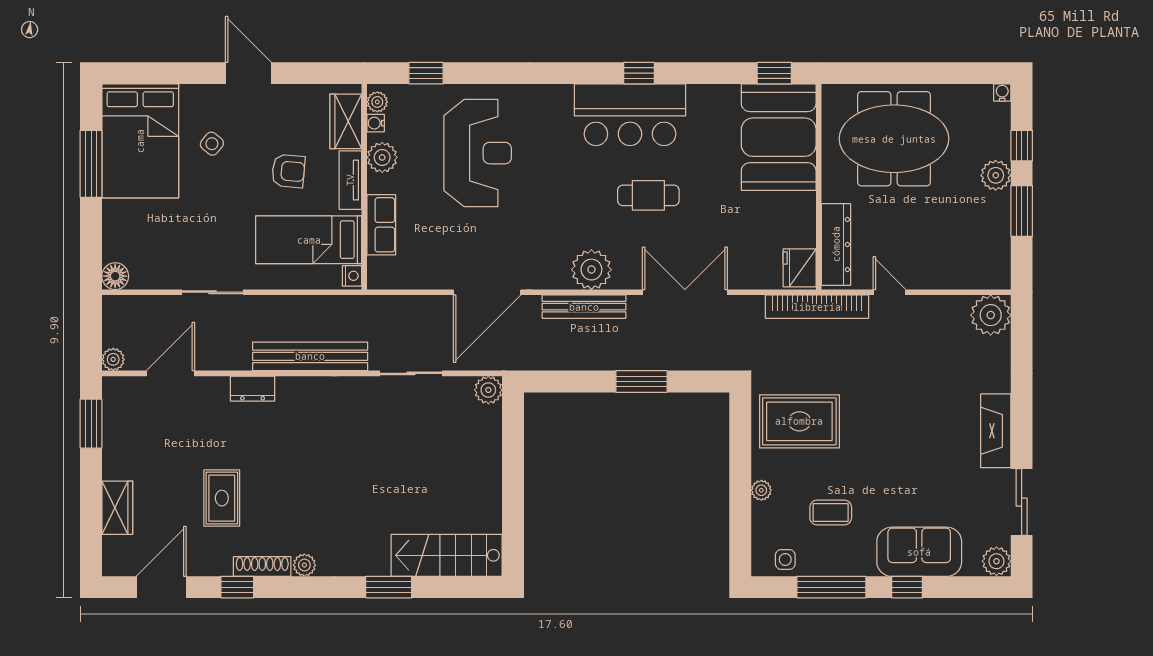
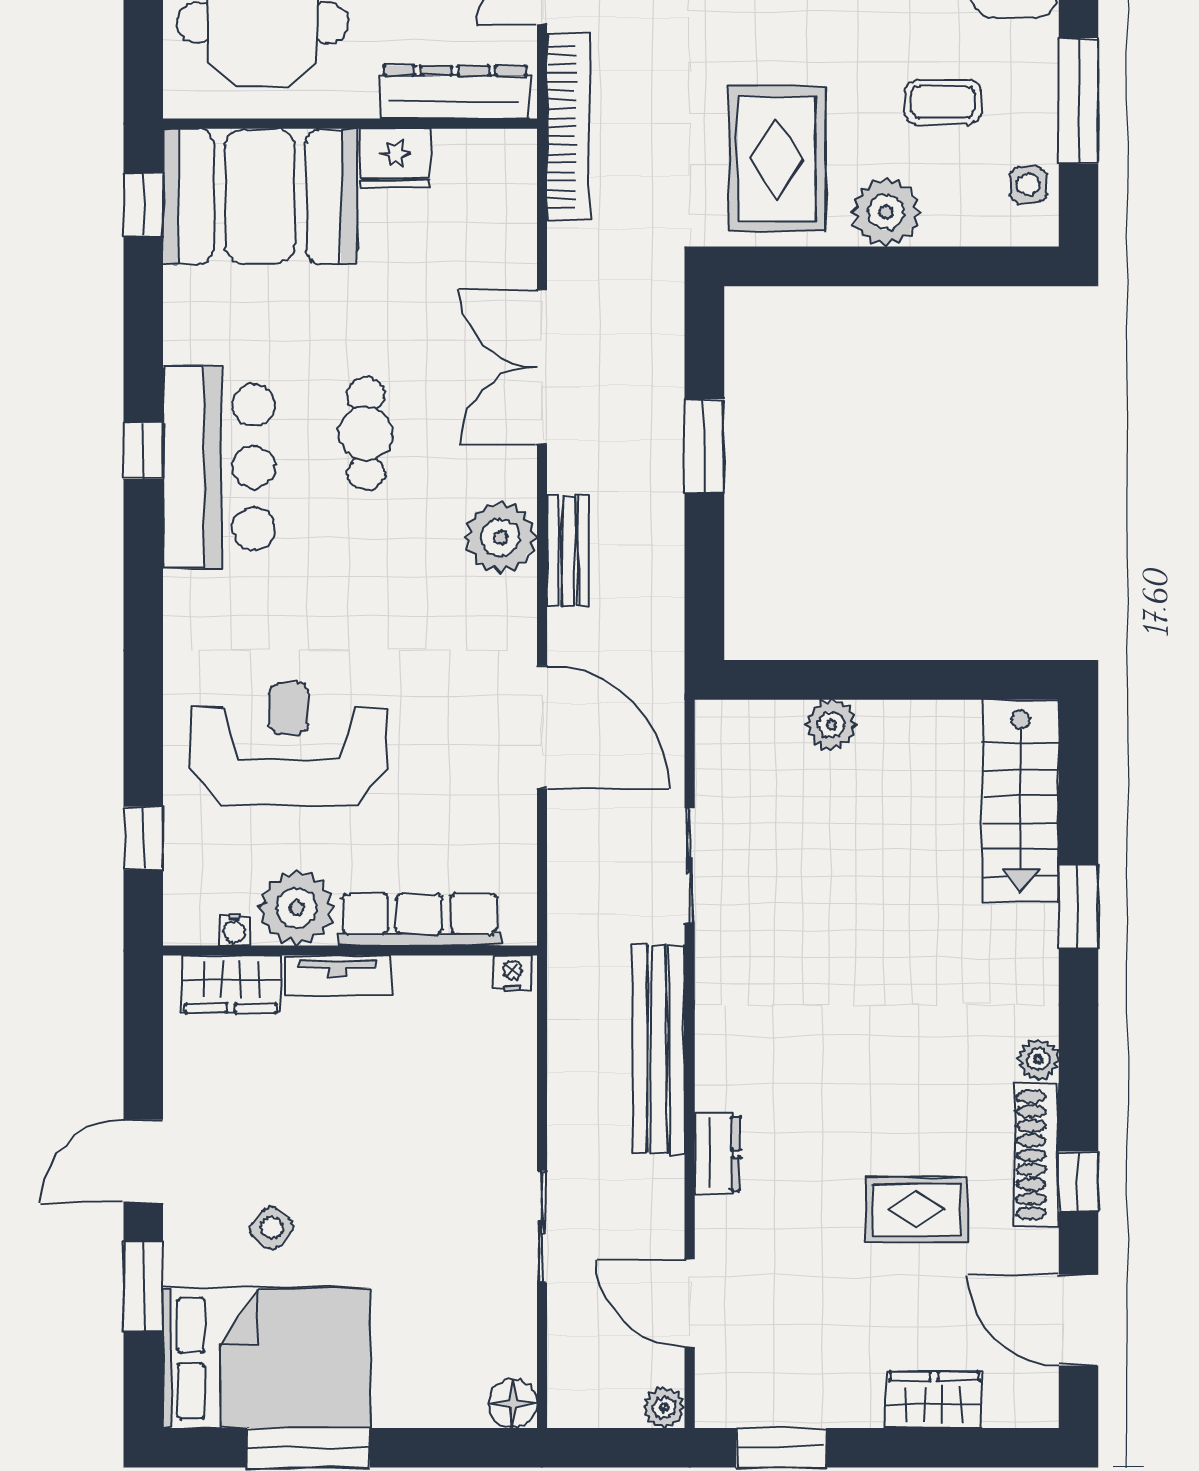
window: (180, 73) -> (143, 1286), added
plant: (377, 102) -> (196, 927), removed
plant: (382, 157) -> (297, 908), width x1.36, depth x1.36
armchair: (288, 171) -> (321, 1089), removed
row of seats: (381, 225) -> (419, 919), width x1.48
bed: (309, 240) -> (446, 1052), removed
fridge: (800, 268) -> (395, 158), moved
bench: (584, 307) -> (568, 551), width x0.73
plant: (488, 390) -> (831, 725), moved
plant: (761, 490) -> (886, 212), width x1.87, depth x1.87
coffee table: (831, 513) -> (943, 102), turned 90
shoe rack: (262, 567) -> (1037, 1155), width x1.36, depth x1.24

